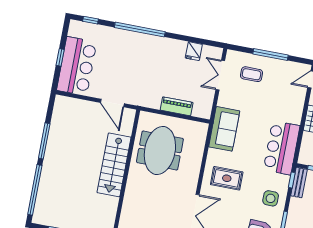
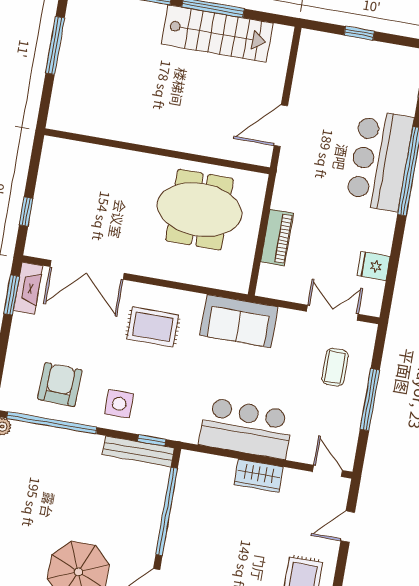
bar counter: (77, 66) -> (380, 160), moved, turned 90
bar counter: (282, 148) -> (246, 428), moved
stairs: (114, 165) -> (217, 34), moved, turned 180
rug: (227, 178) -> (153, 327), turned 90
bench: (299, 183) -> (138, 451), width x1.36

